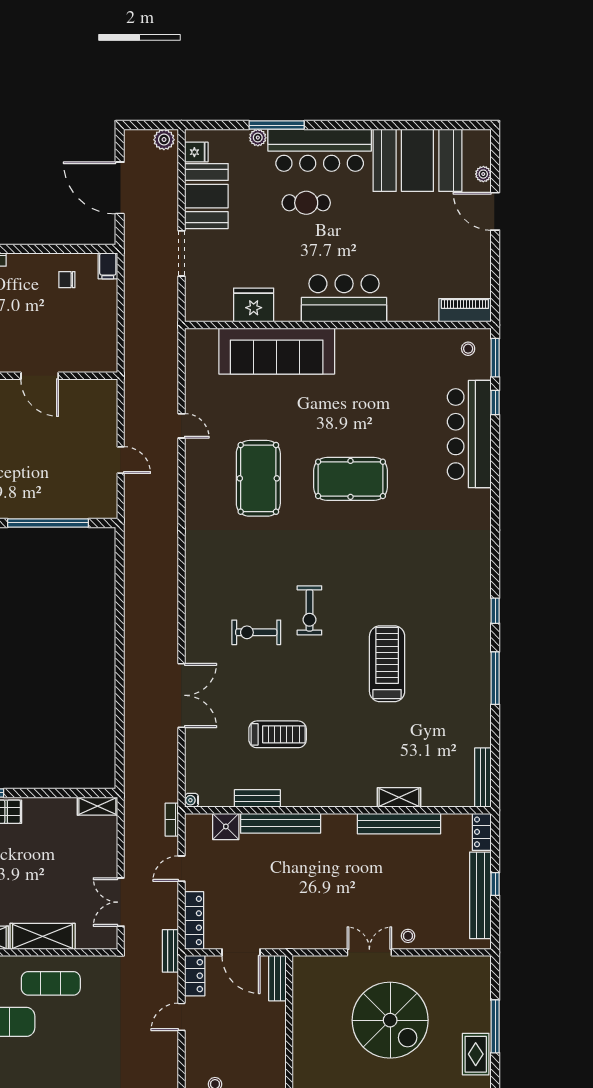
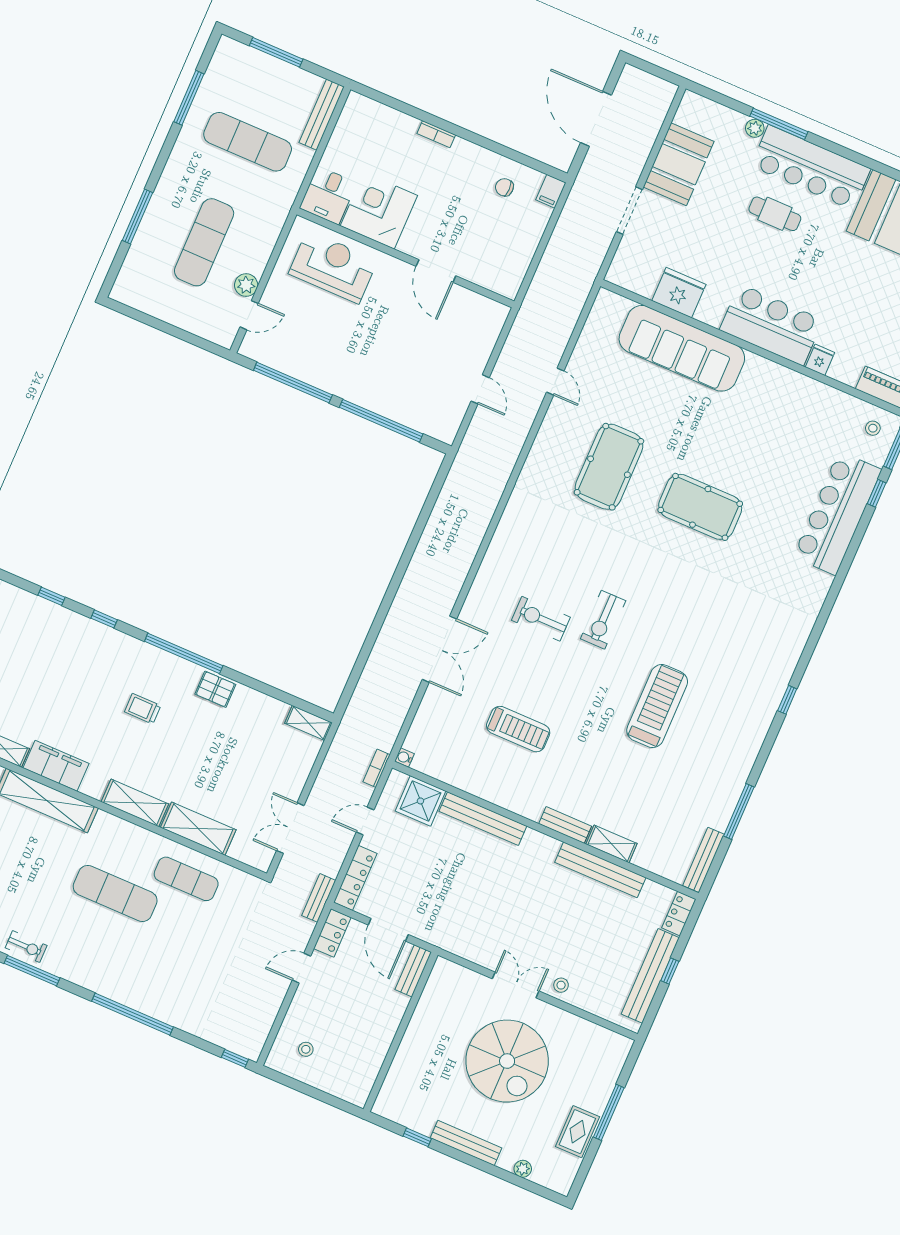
plant: (164, 140) -> (661, 90), removed
fridge: (196, 152) -> (820, 360), moved, turned -90
window: (495, 678) -> (739, 811), moved
bench: (257, 798) -> (565, 825), moved
shower: (226, 826) -> (420, 801), width x1.36, depth x1.36

